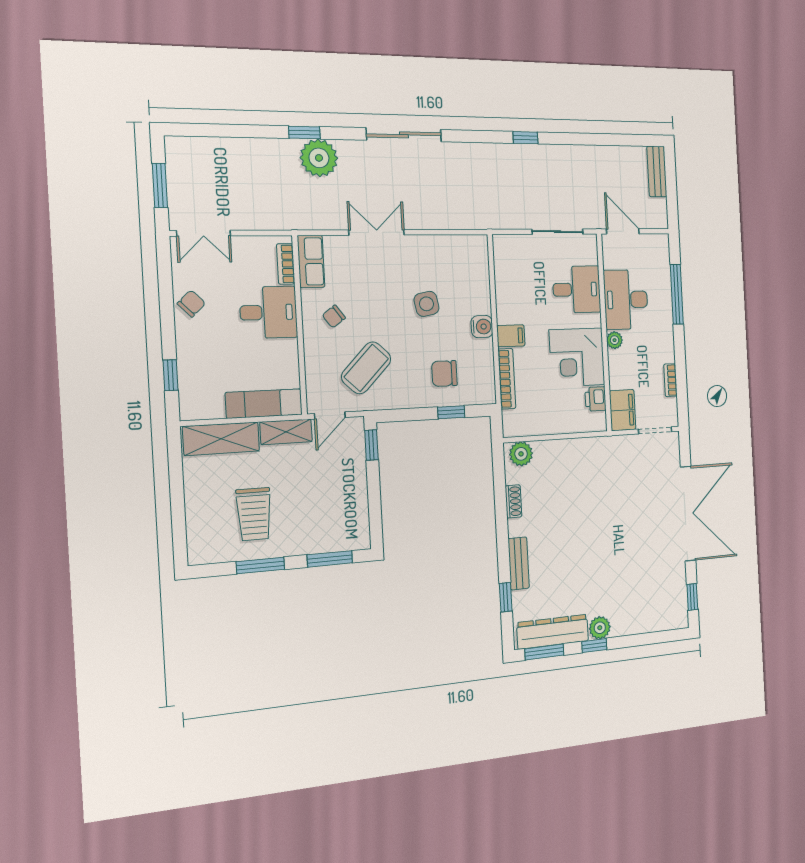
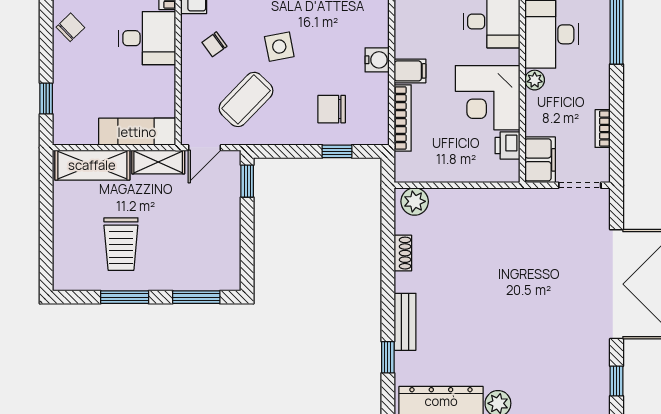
side table: (427, 304) -> (279, 47), moved

